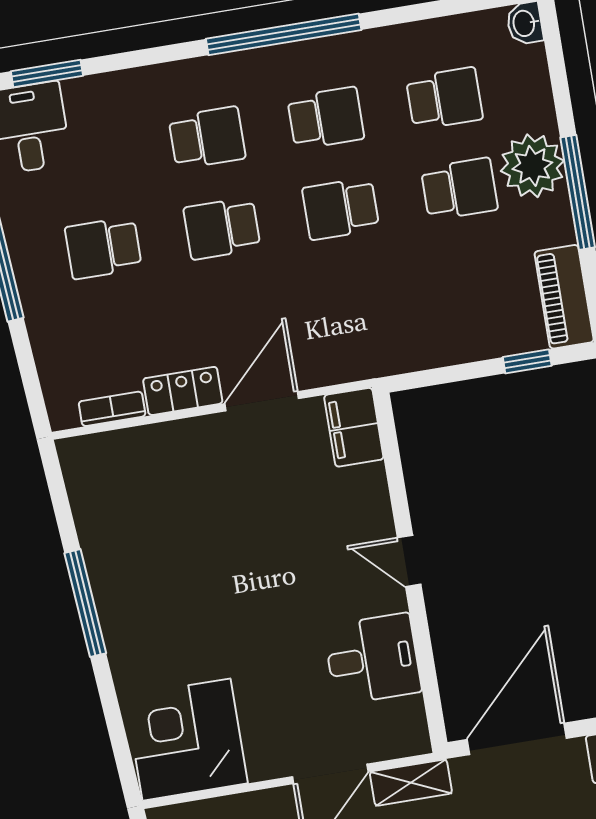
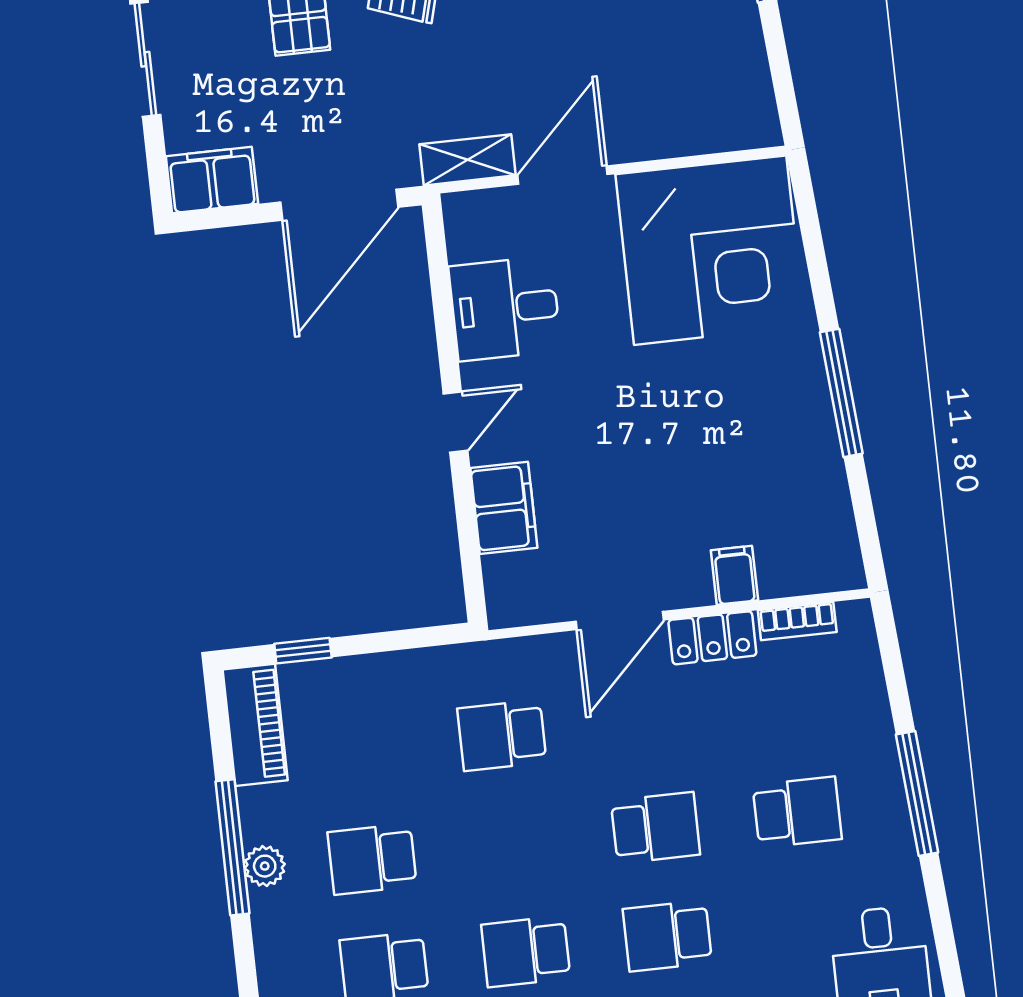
plant: (532, 166) -> (265, 866), width x0.53, depth x0.53
school desk: (341, 209) -> (502, 735), moved, turned 180
filing cabinet: (354, 427) -> (504, 508), moved
filing cabinet: (167, 445) -> (734, 575), added
door: (409, 561) -> (456, 422), hinge flipped
corner desk: (186, 740) -> (710, 250), width x1.36, depth x1.36

